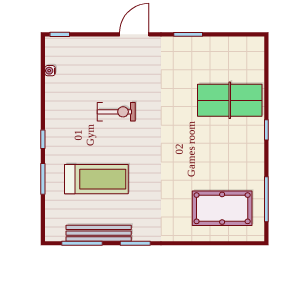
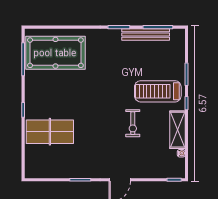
shelving: (55, 103) -> (178, 130), added
exercise bike: (116, 112) -> (133, 123), turned -90
treadmill: (96, 179) -> (158, 91), moved
pool table: (222, 208) -> (55, 53), width x1.36, depth x1.32

